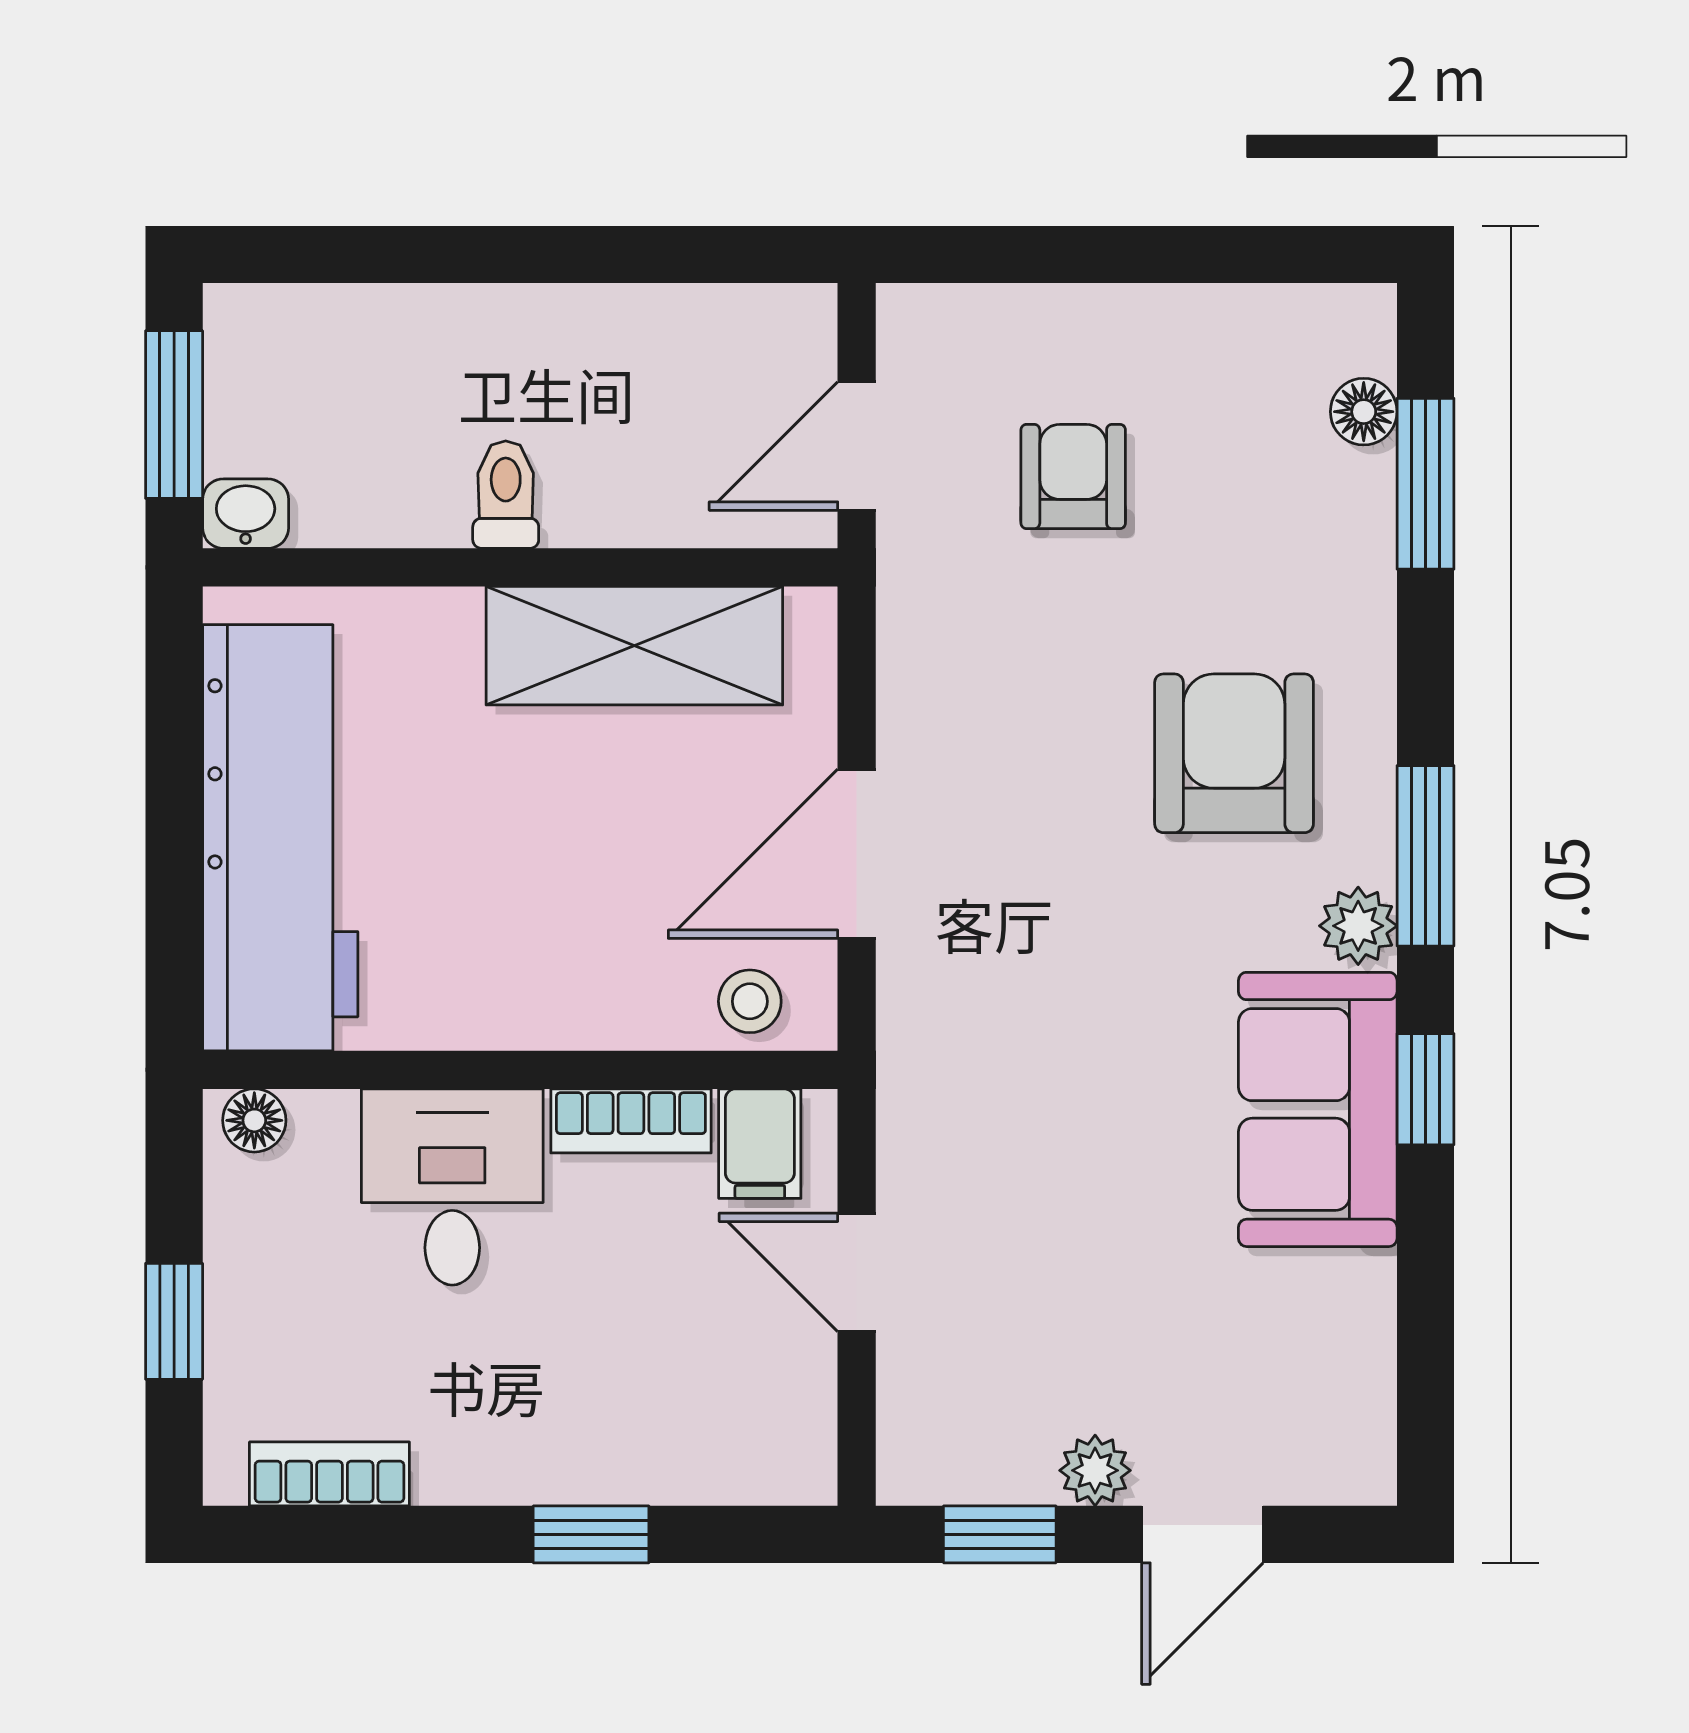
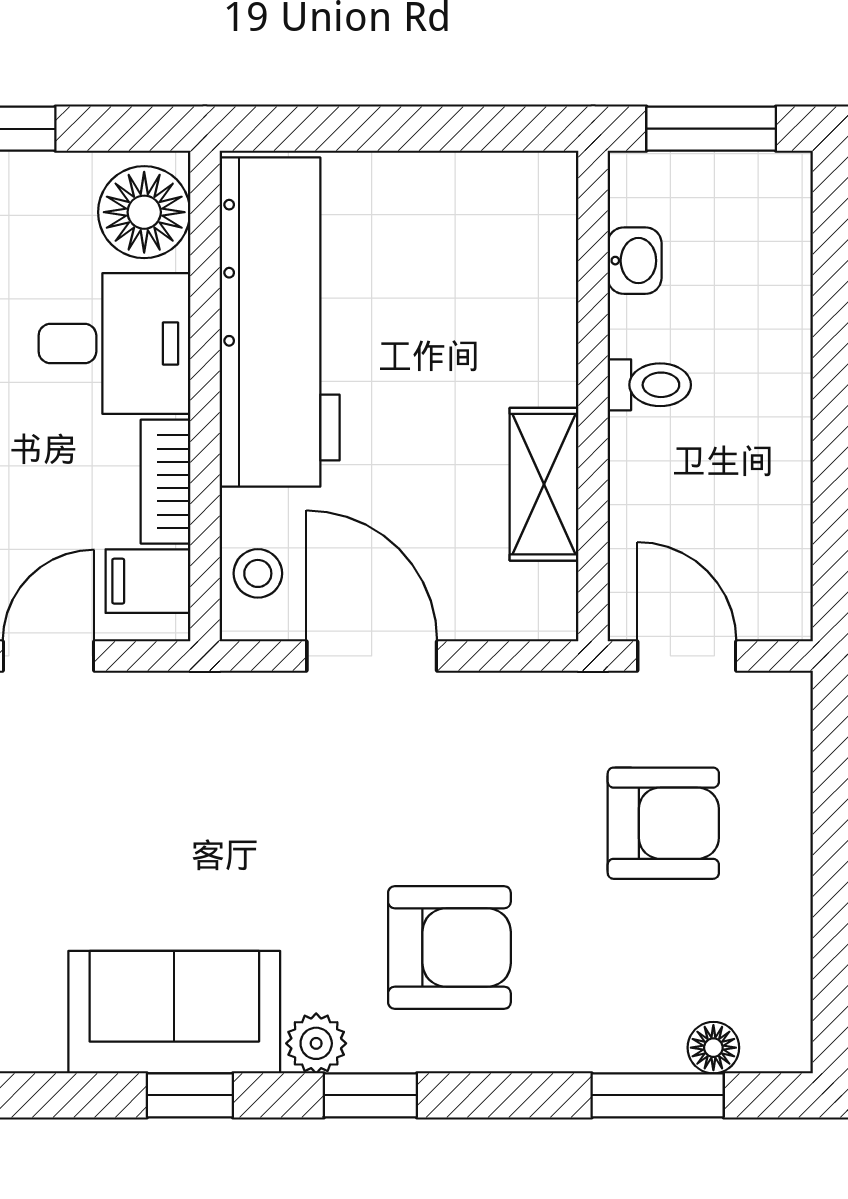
armchair: (1073, 476) -> (663, 823), width x1.38, depth x1.38
washbasin: (246, 514) -> (635, 261), moved
shelving: (634, 646) -> (544, 484), width x0.67, depth x0.75
workbench: (280, 838) -> (280, 322), moved, turned -90
window: (1425, 856) -> (370, 1095), width x0.67
floor lamp: (254, 1120) -> (144, 212), width x1.89, depth x1.89

